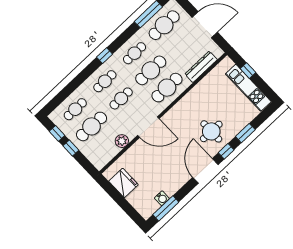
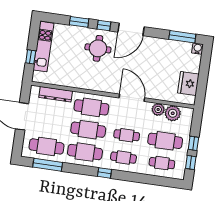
cafe table: (134, 53) -> (85, 152), width x1.37, depth x1.35
plant: (109, 151) -> (173, 113), added
water cooler: (162, 198) -> (198, 49), moved

